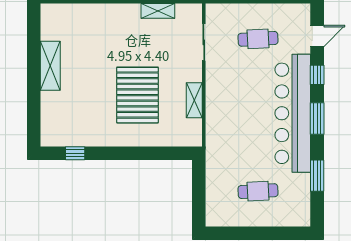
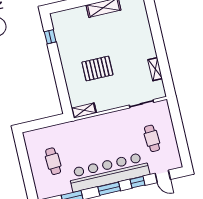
pallet: (137, 95) -> (97, 68), width x0.73, depth x0.71
shelving: (194, 100) -> (84, 110), moved

